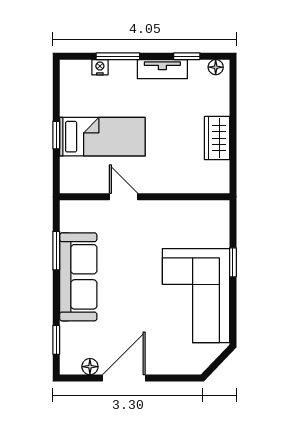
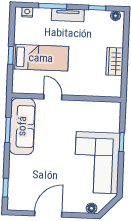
nightstand: (100, 67) -> (27, 12), moved
tv unit: (162, 69) -> (68, 15), moved
sofa: (78, 277) -> (22, 126), moved
floor lamp: (90, 367) -> (92, 208), moved

